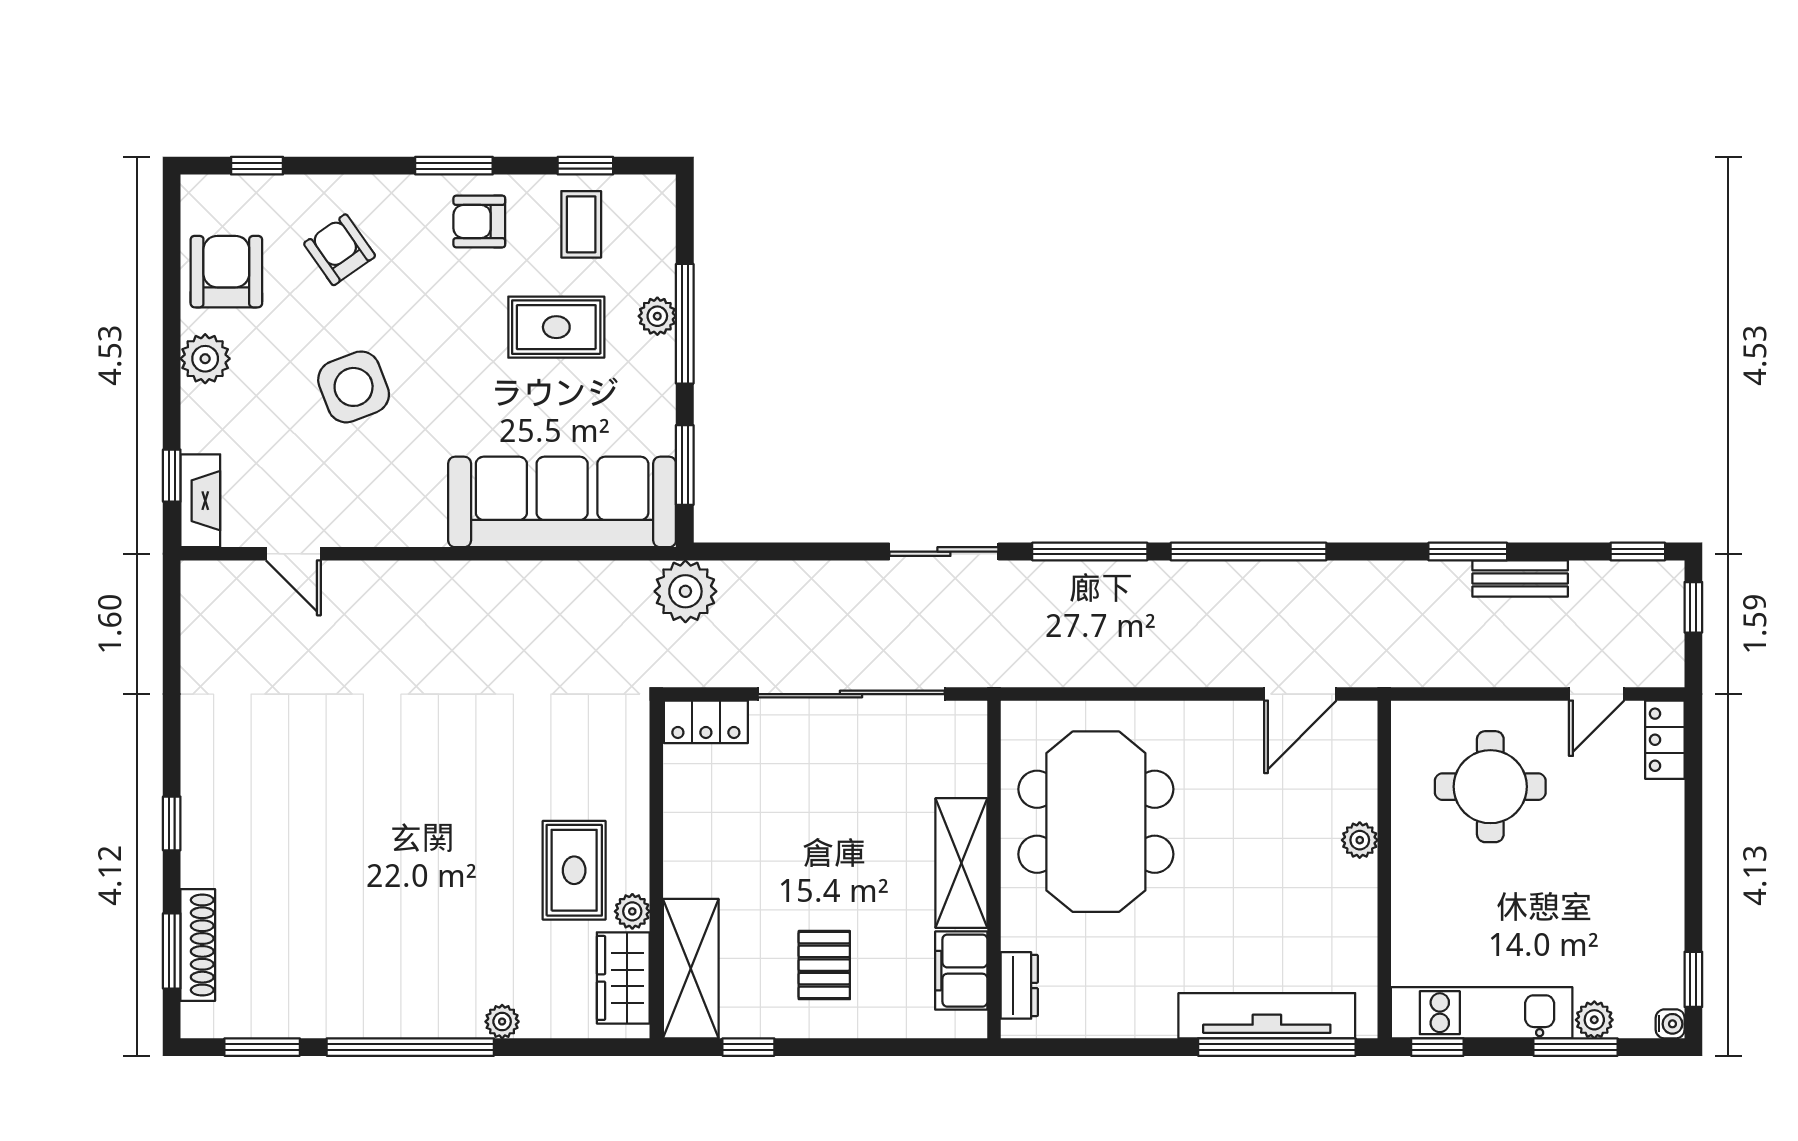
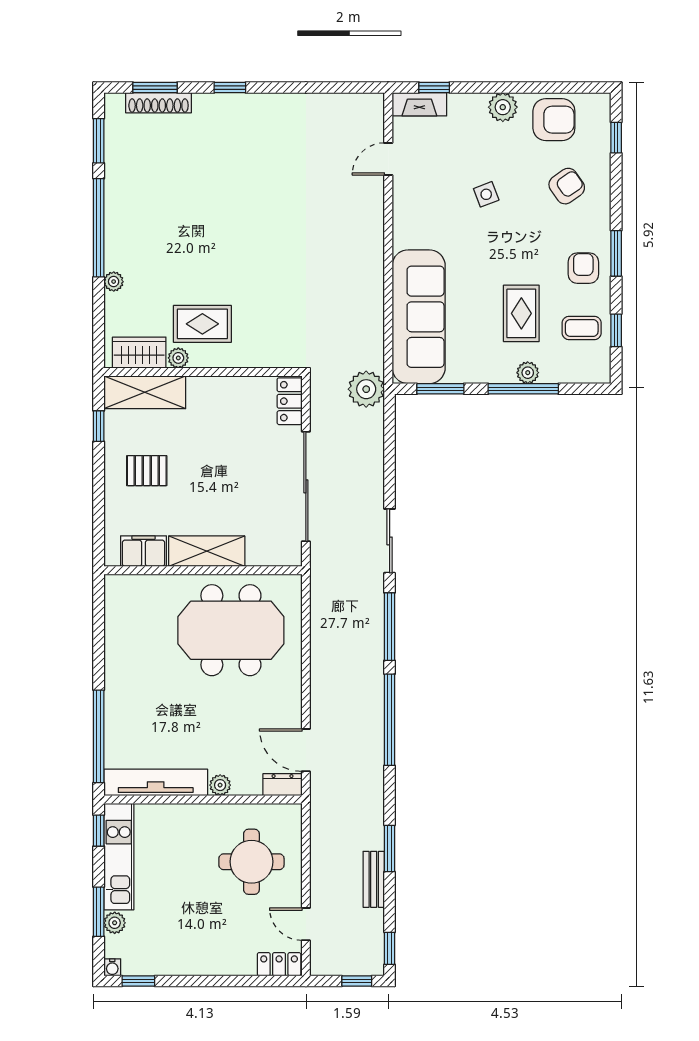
side table: (354, 387) -> (486, 194), width x0.54, depth x0.54
dresser: (1019, 985) -> (283, 785), moved, turned 180
tv unit: (1267, 1016) -> (156, 782), moved, turned -90

